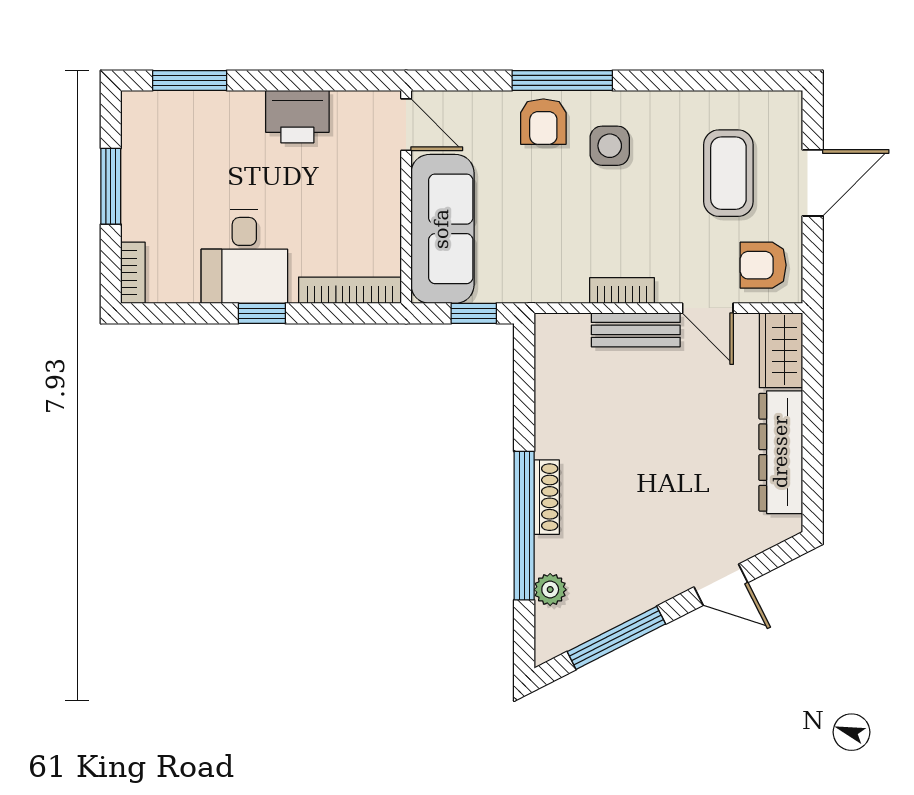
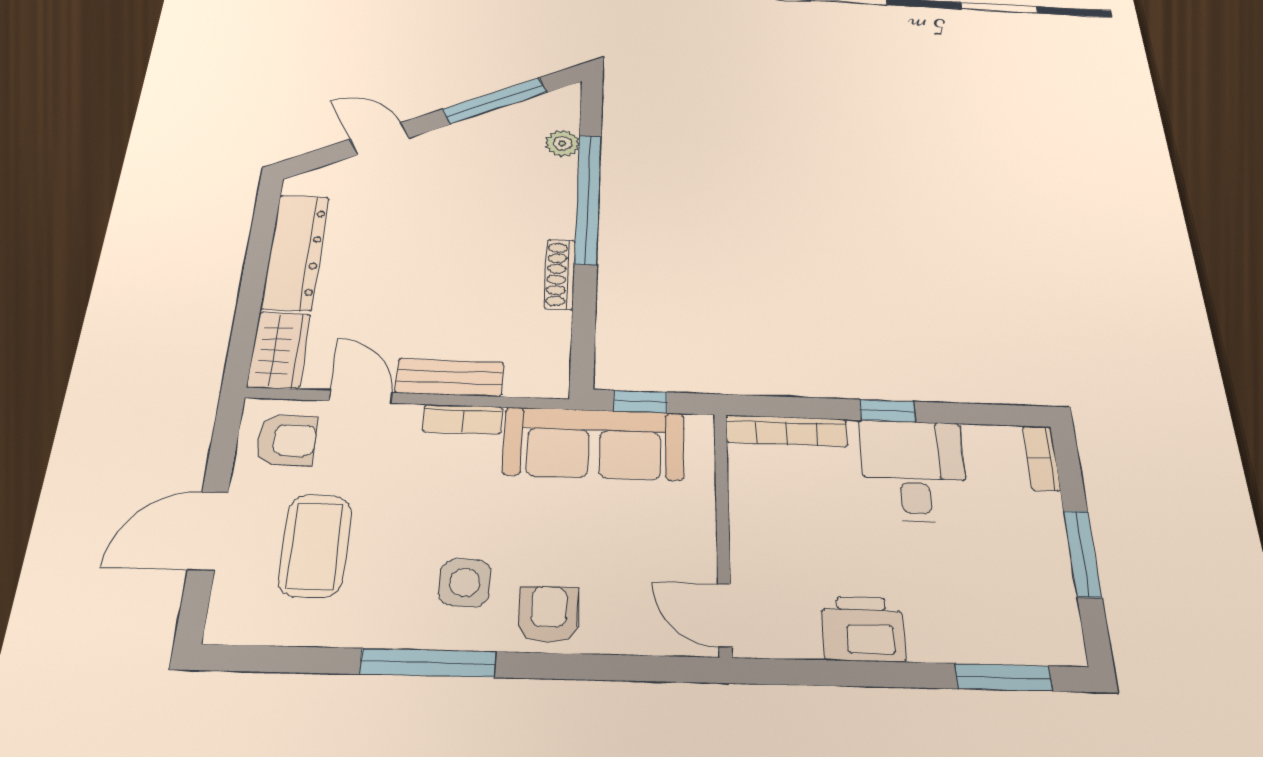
window: (562, 80) -> (428, 663), moved
sofa: (442, 229) -> (594, 444), moved, turned -90
shoe rack: (547, 497) -> (560, 274), moved

